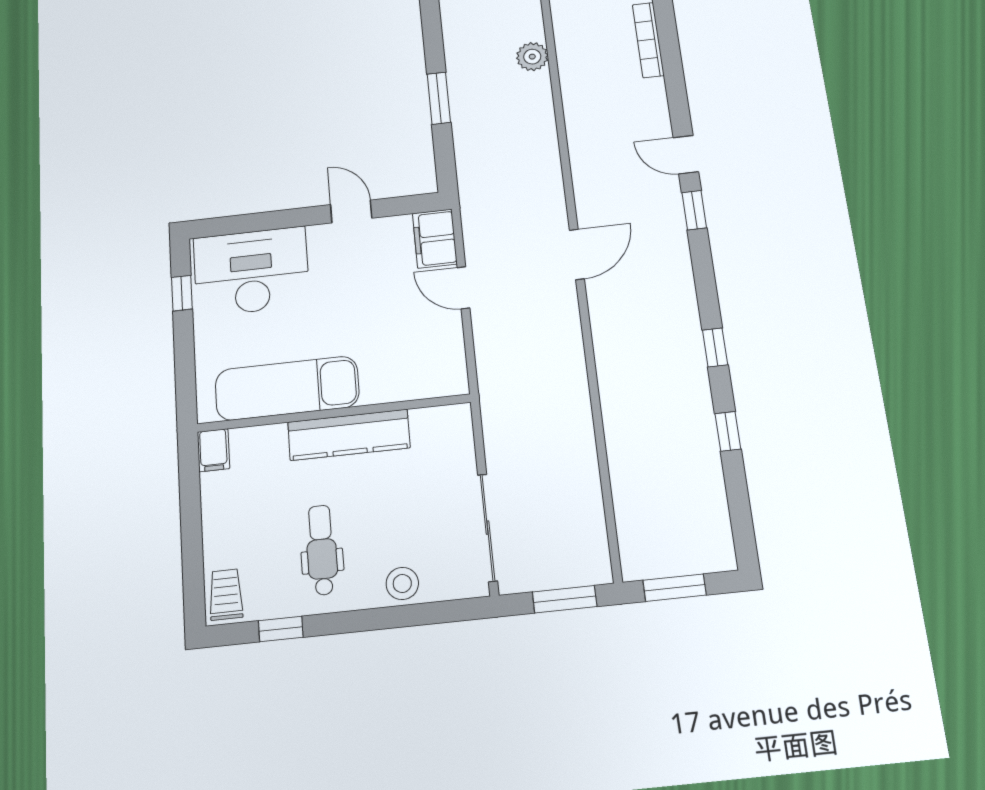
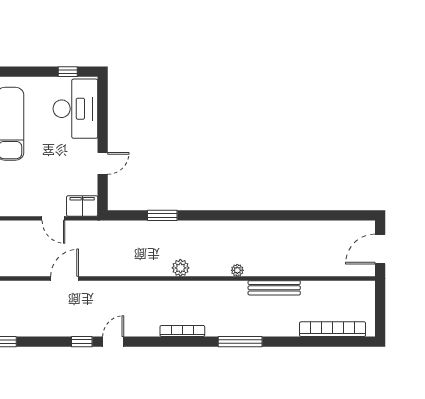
door: (577, 254) -> (65, 279), swing flipped
door: (463, 288) -> (53, 218), swing flipped

